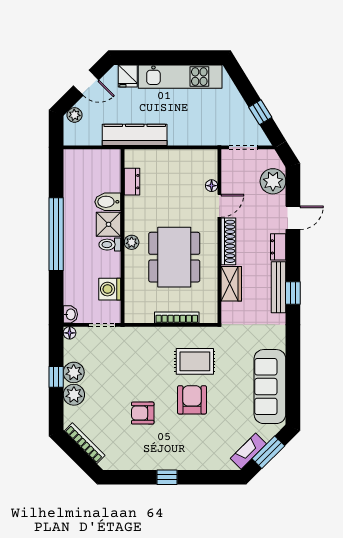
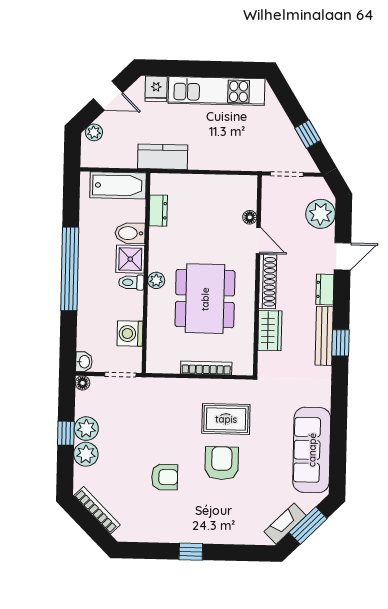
kitchen counter: (135, 135) -> (163, 157), width x0.67
bathtub: (96, 161) -> (118, 185), added
door: (219, 206) -> (258, 241), hinge flipped
armchair: (143, 413) -> (165, 477), turned 180

